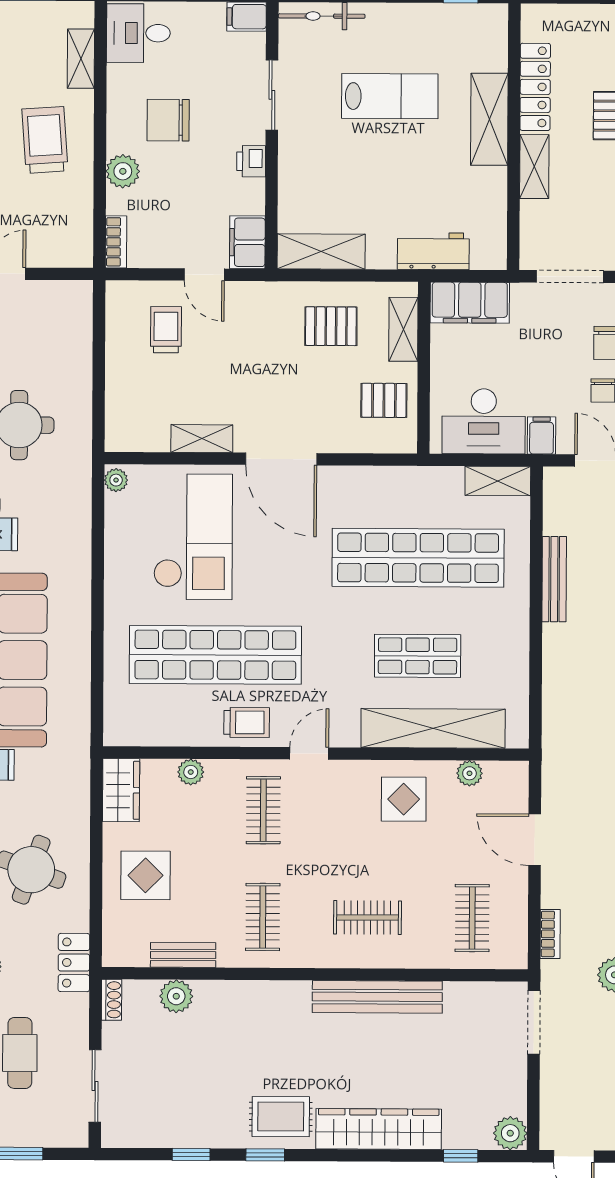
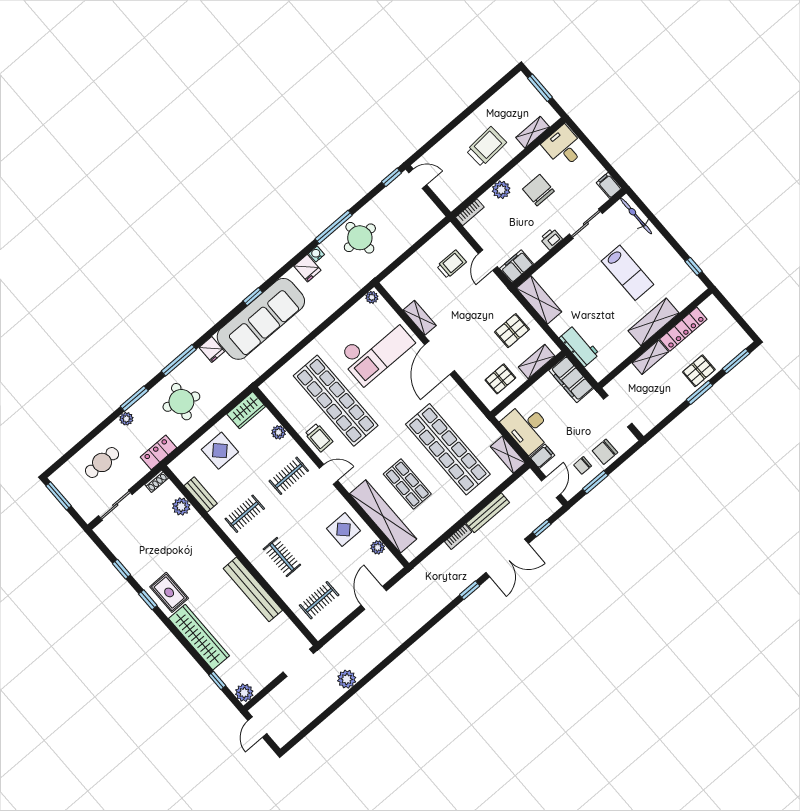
pallet: (331, 326) -> (512, 331), turned 90
pallet: (384, 400) -> (500, 379), turned 90
bookcase: (550, 934) -> (458, 537), moved

